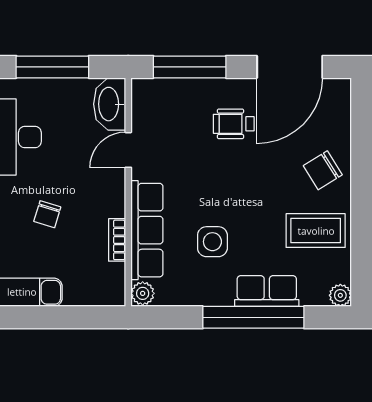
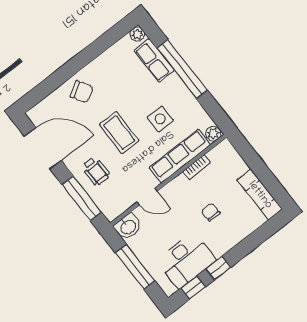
washbasin: (110, 104) -> (128, 227), width x0.72
wheelchair: (234, 124) -> (96, 171), moved
chair: (47, 214) -> (211, 212), turned -107
coffee table: (316, 231) -> (119, 133), moved
row of seats: (267, 291) -> (154, 60), moved

